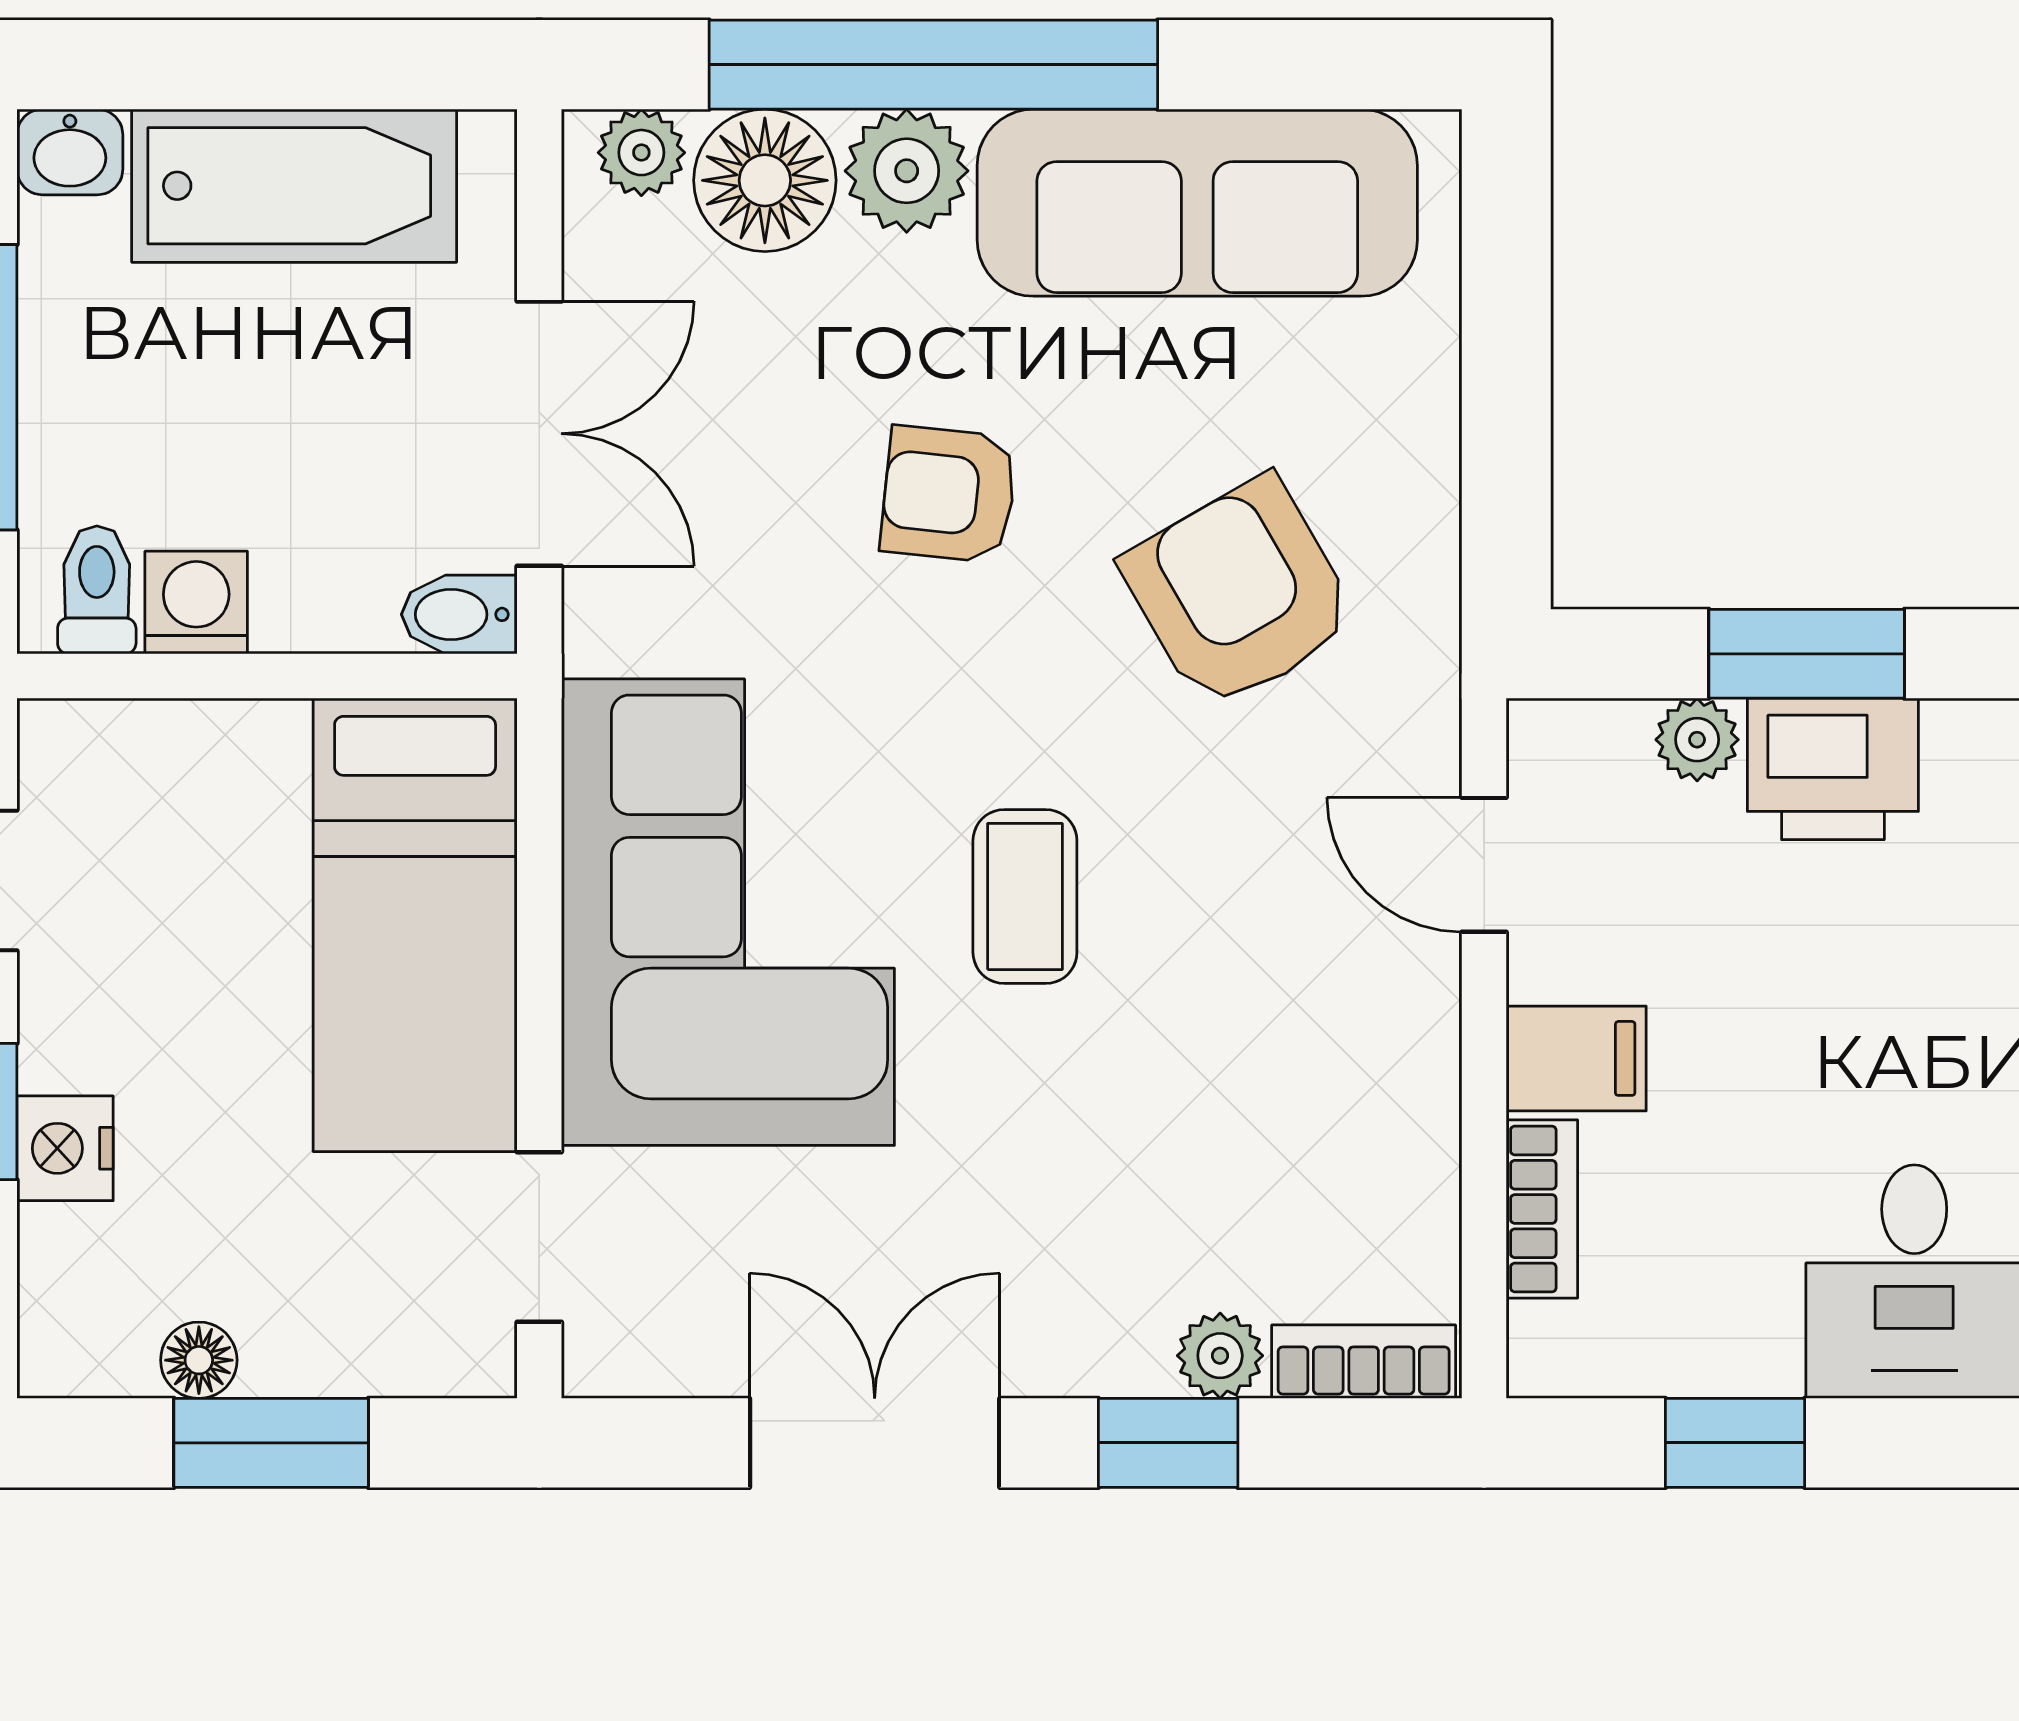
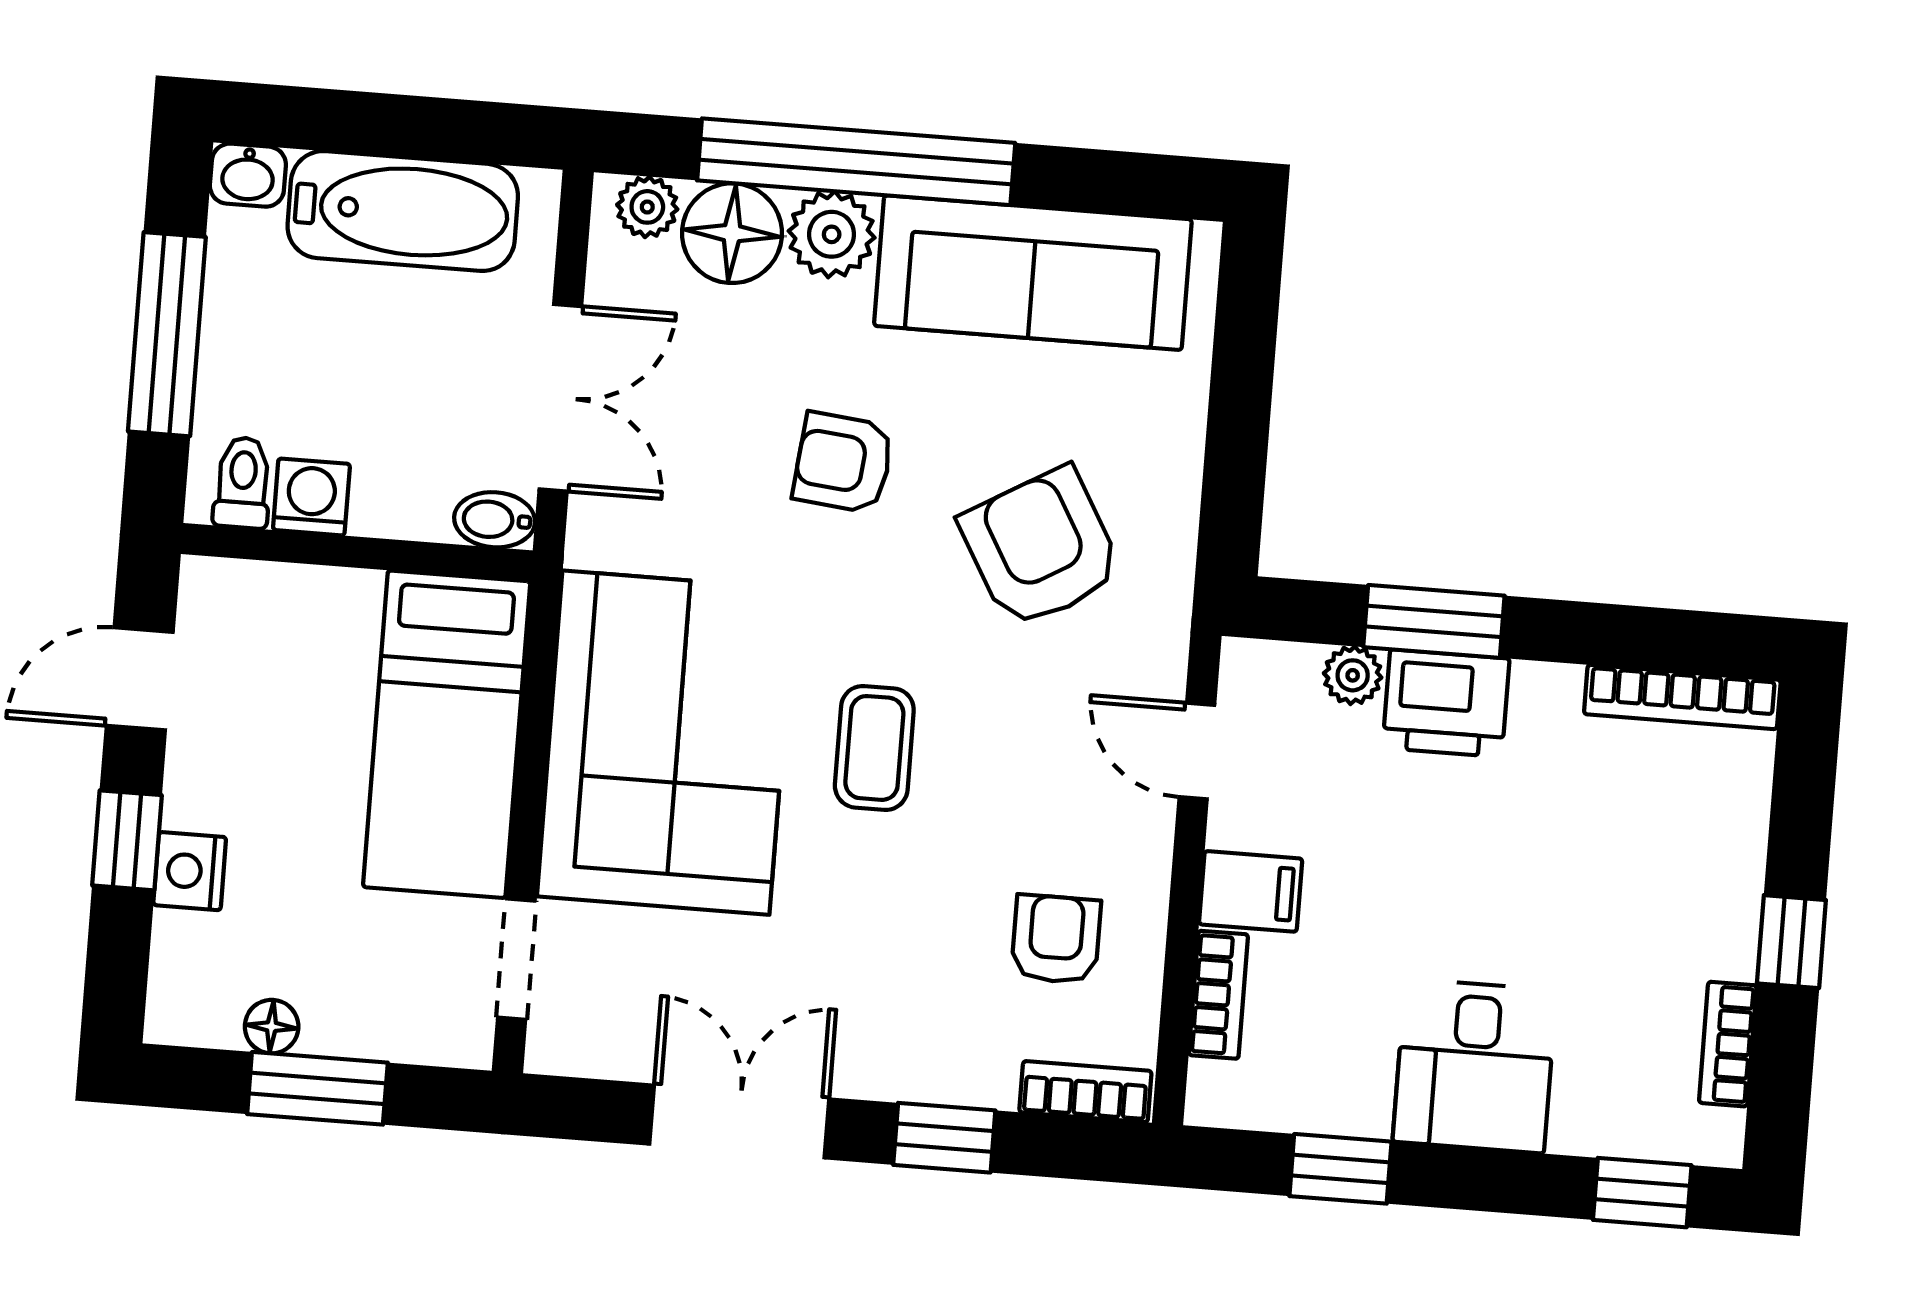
armchair: (1305, 1148) -> (1056, 939), added
plant: (1220, 1356) -> (985, 1080), removed

